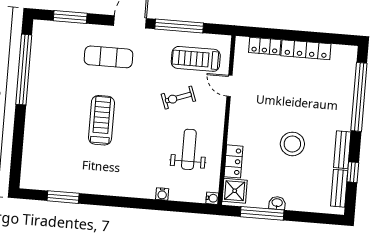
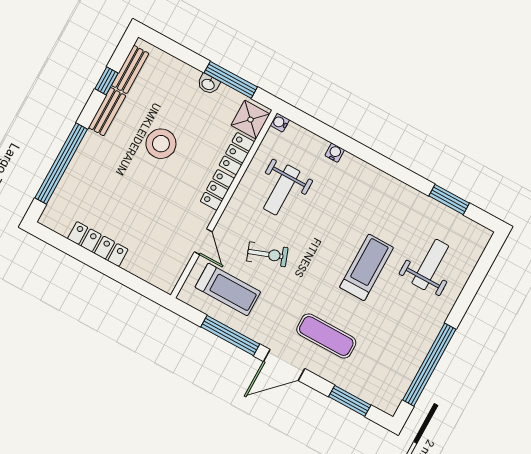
locker: (265, 46) -> (217, 190), moved, turned -90
treadmill: (101, 120) -> (366, 267), turned 180
weight bench: (56, 143) -> (430, 265), added

